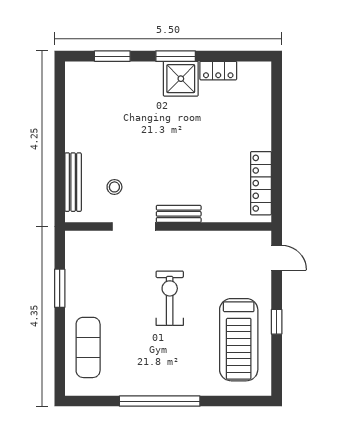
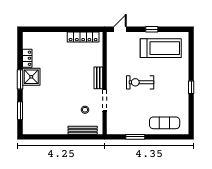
window: (160, 401) -> (191, 87), width x0.32

